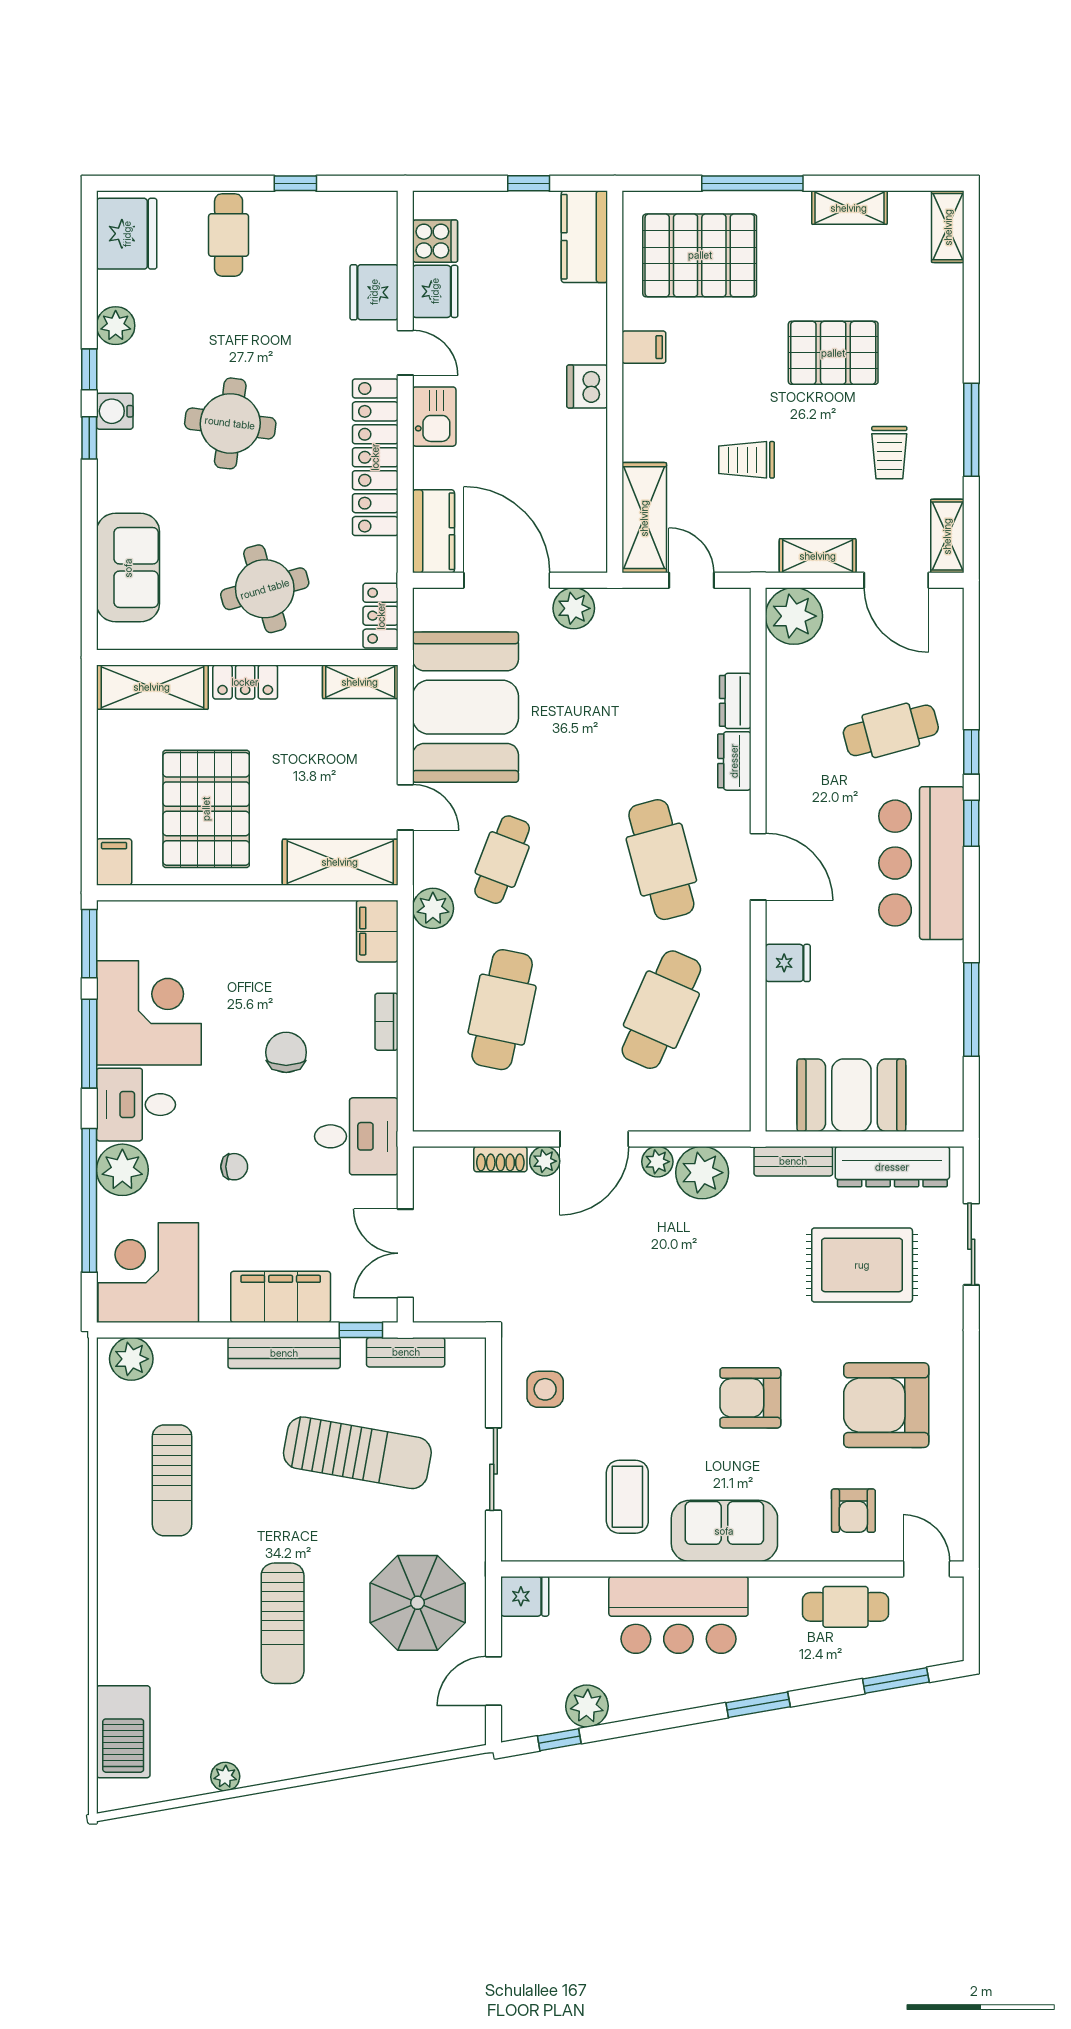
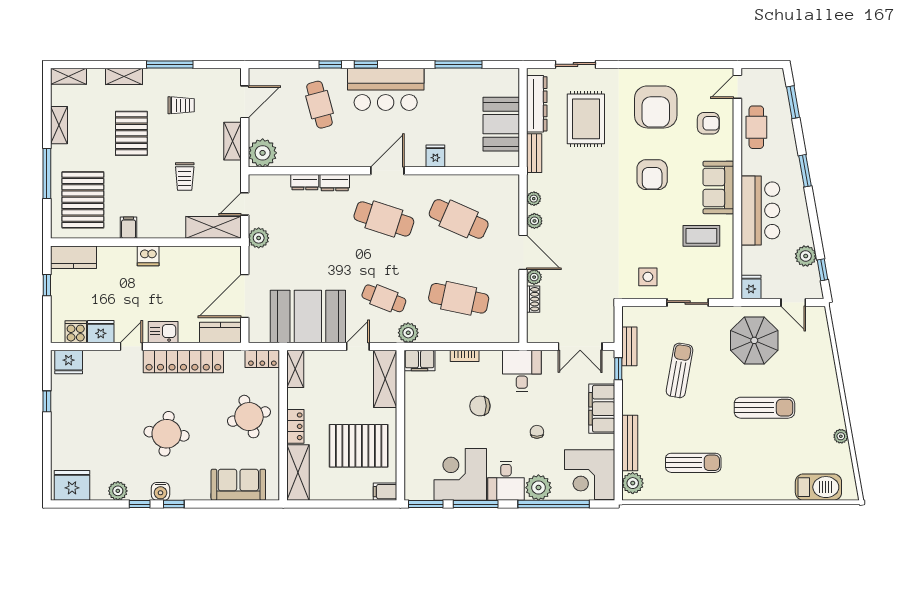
cafe table: (229, 235) -> (73, 435), removed
fridge: (374, 292) -> (69, 362), moved
shelving: (947, 536) -> (124, 76), moved
plant: (574, 608) -> (259, 238), moved
cafe table: (661, 860) -> (384, 219), turned 33
plant: (702, 1173) -> (534, 199), width x0.53, depth x0.53
bench: (284, 1353) -> (630, 443), moved
sun lounger: (357, 1453) -> (680, 370), width x0.73, depth x0.75

